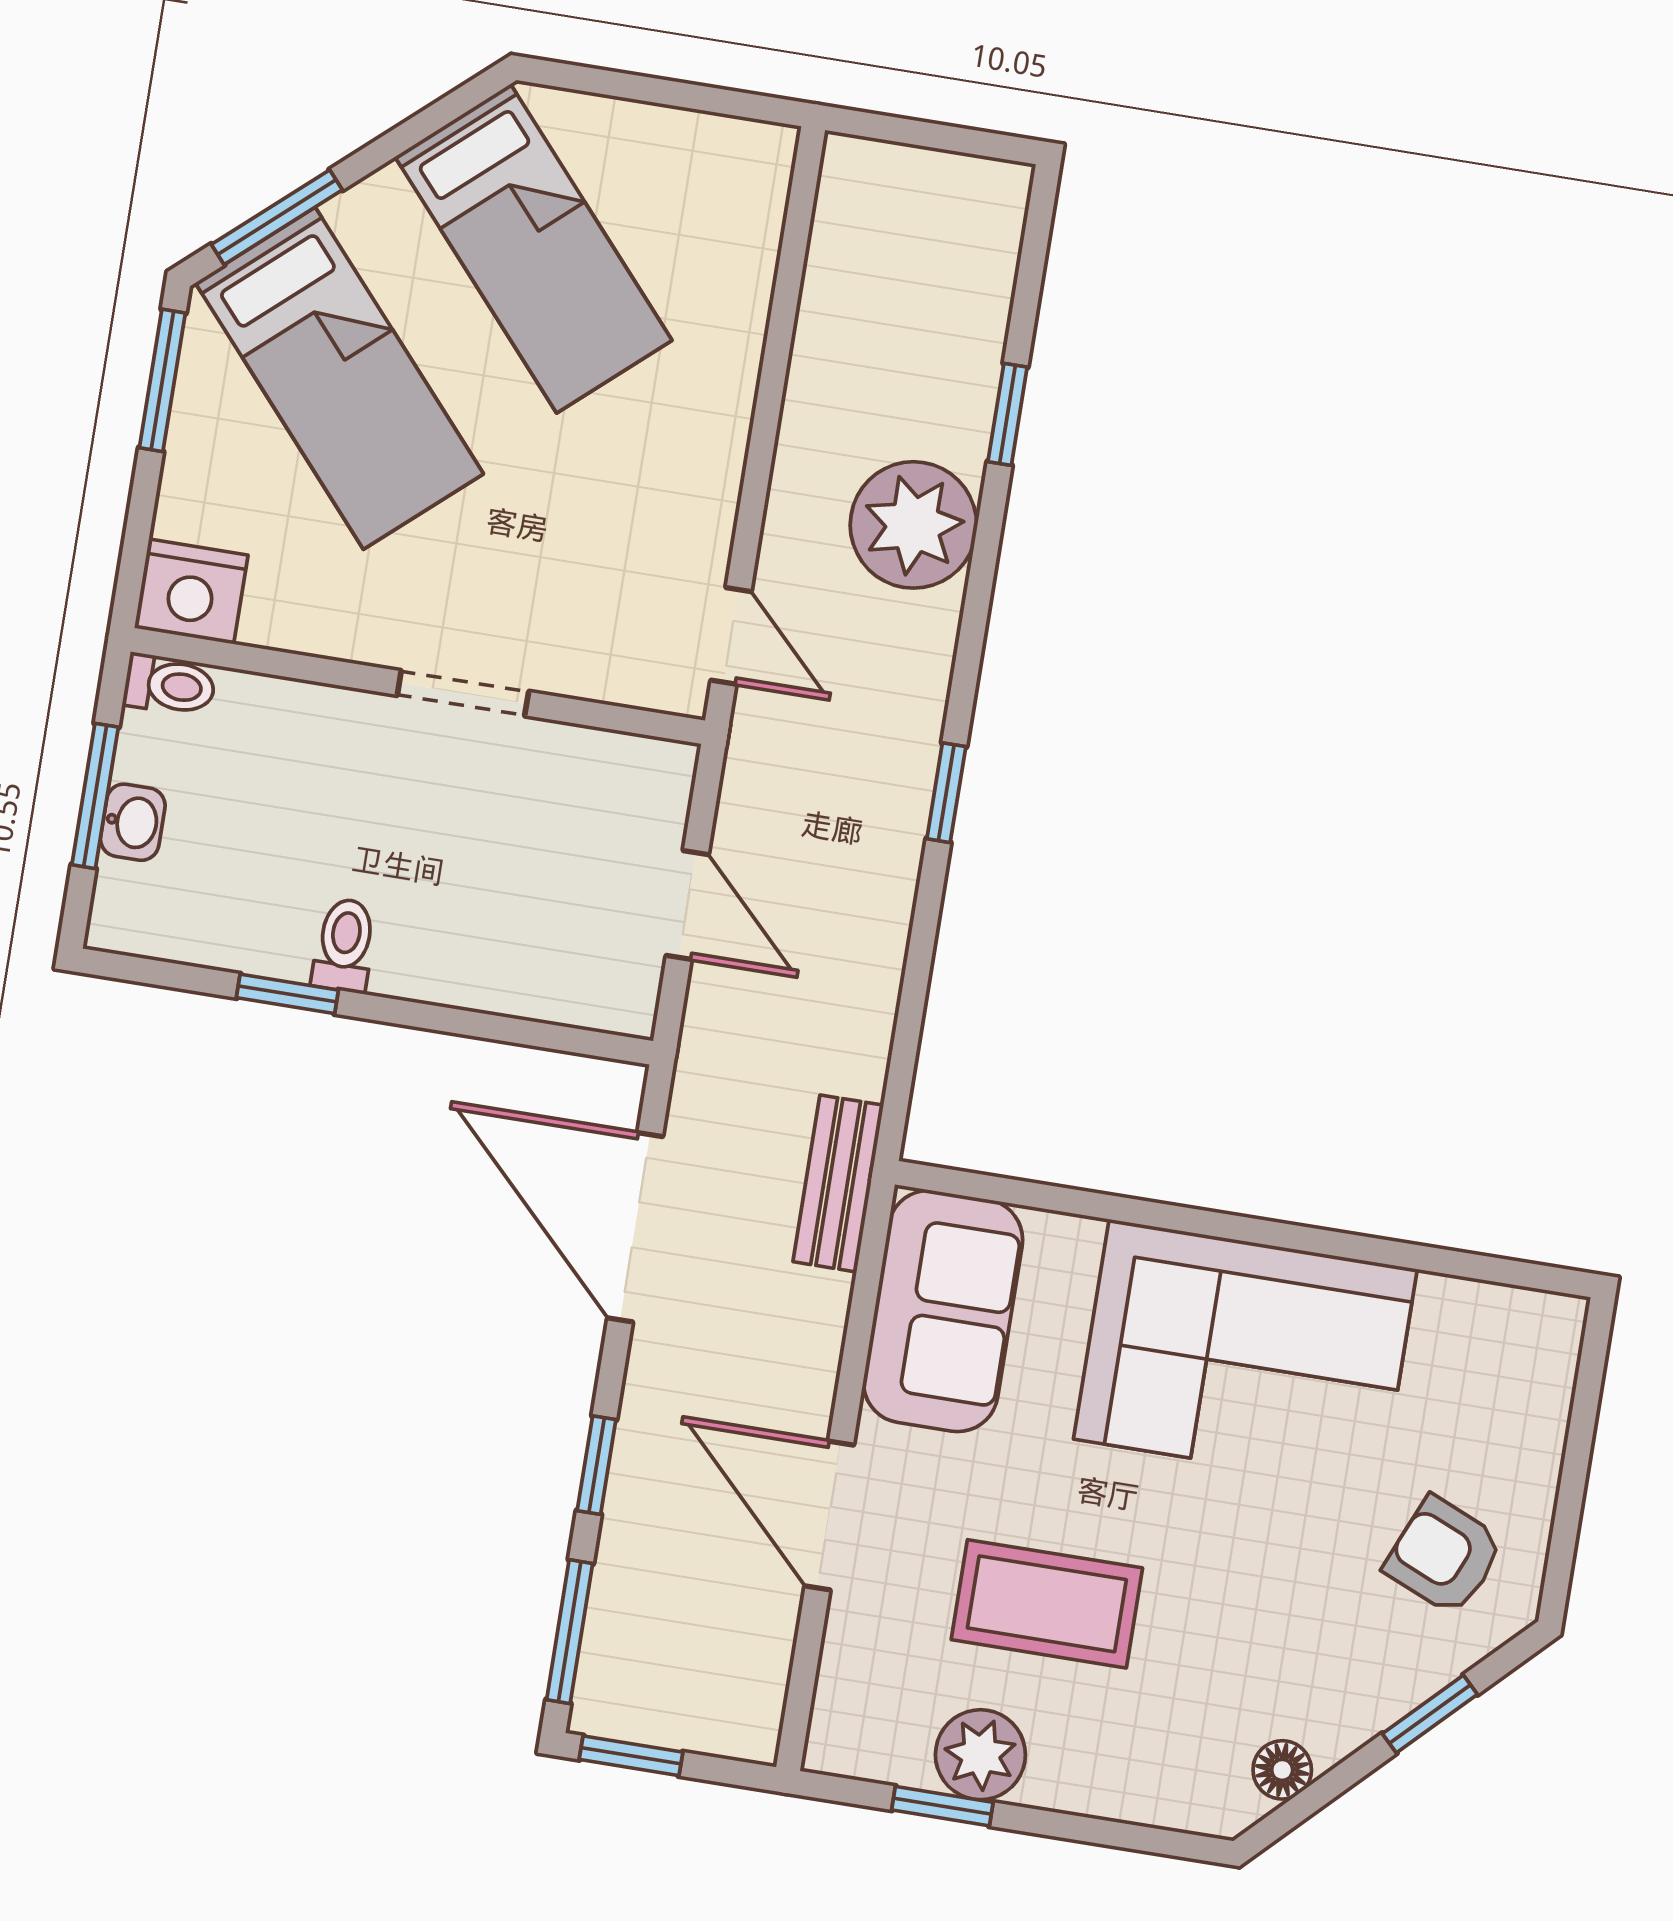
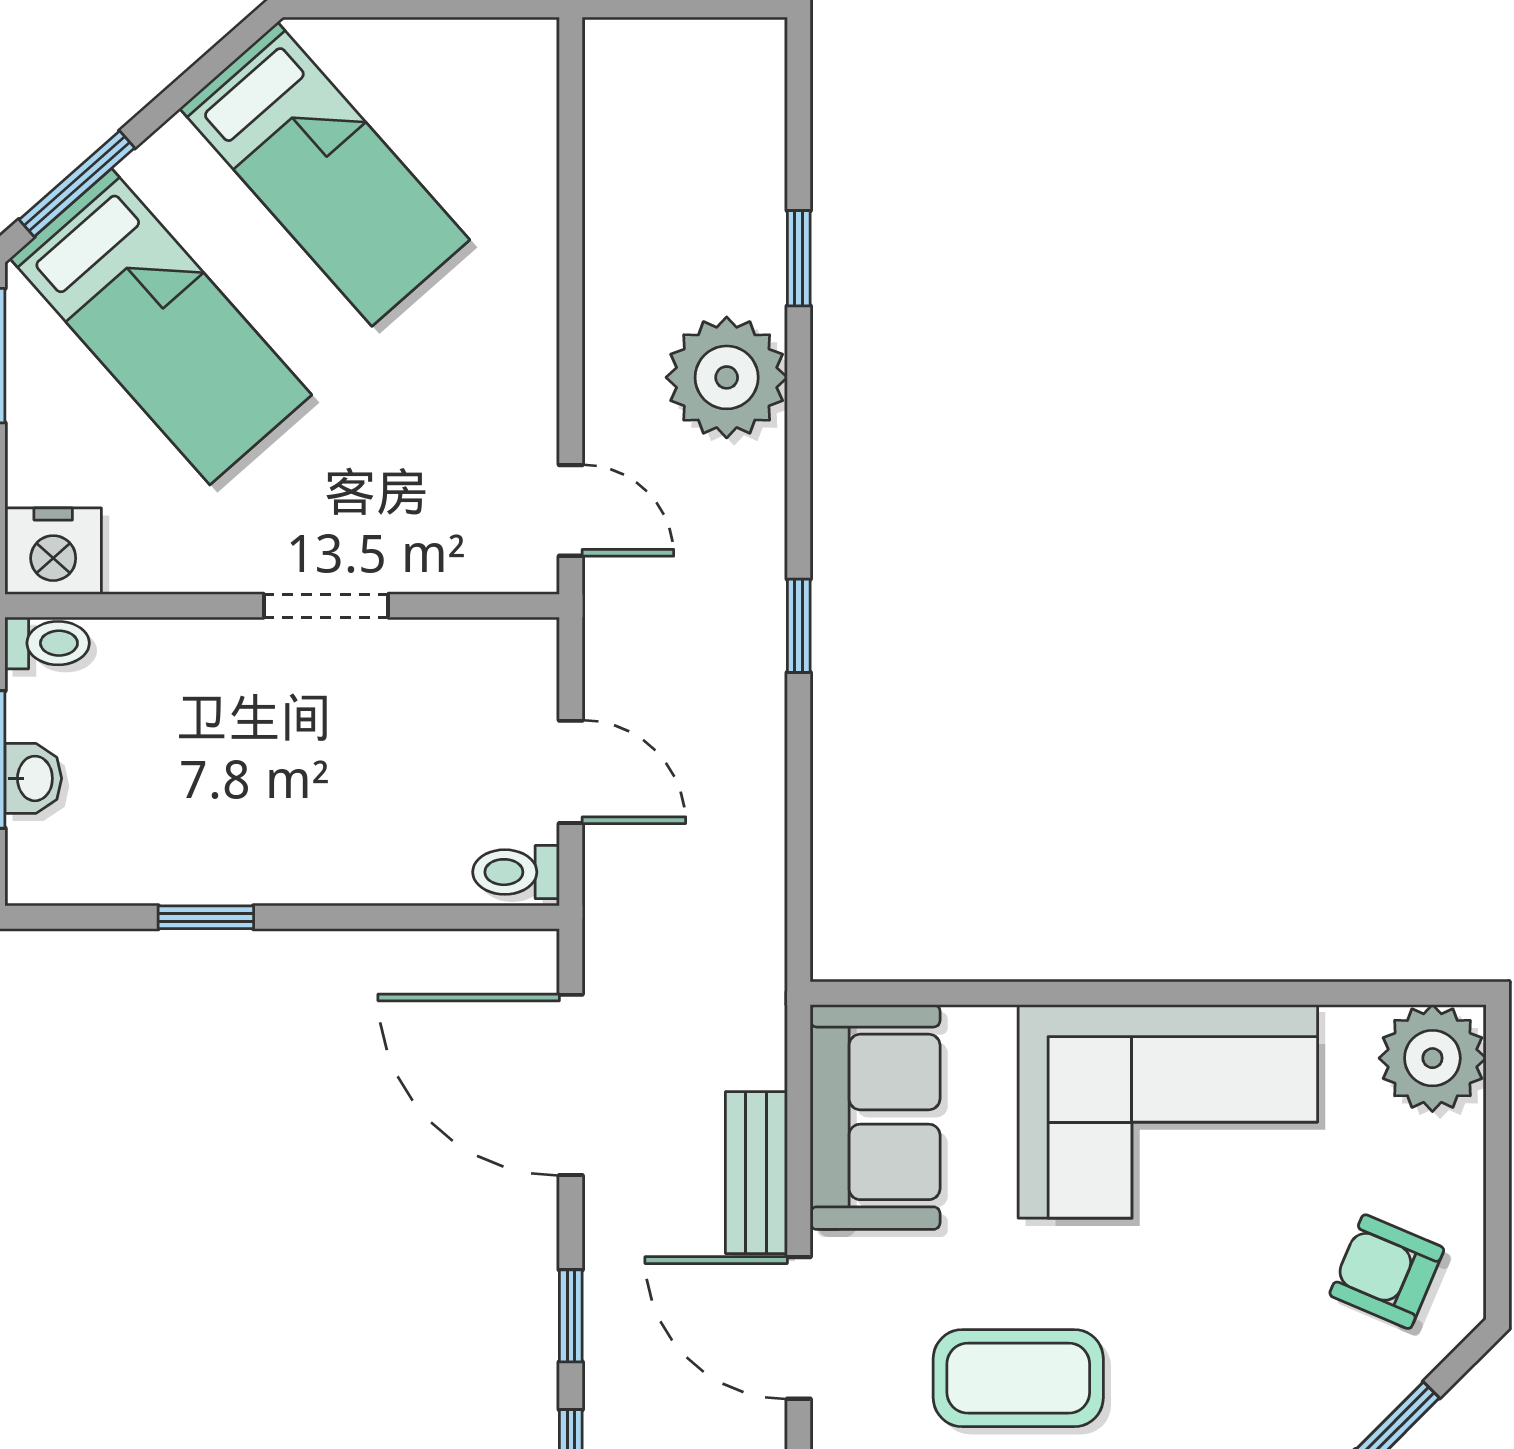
toilet: (344, 945) -> (516, 872), moved, turned -90
bench: (838, 1183) -> (756, 1173), moved
plant: (1527, 1343) -> (1432, 1058), added

